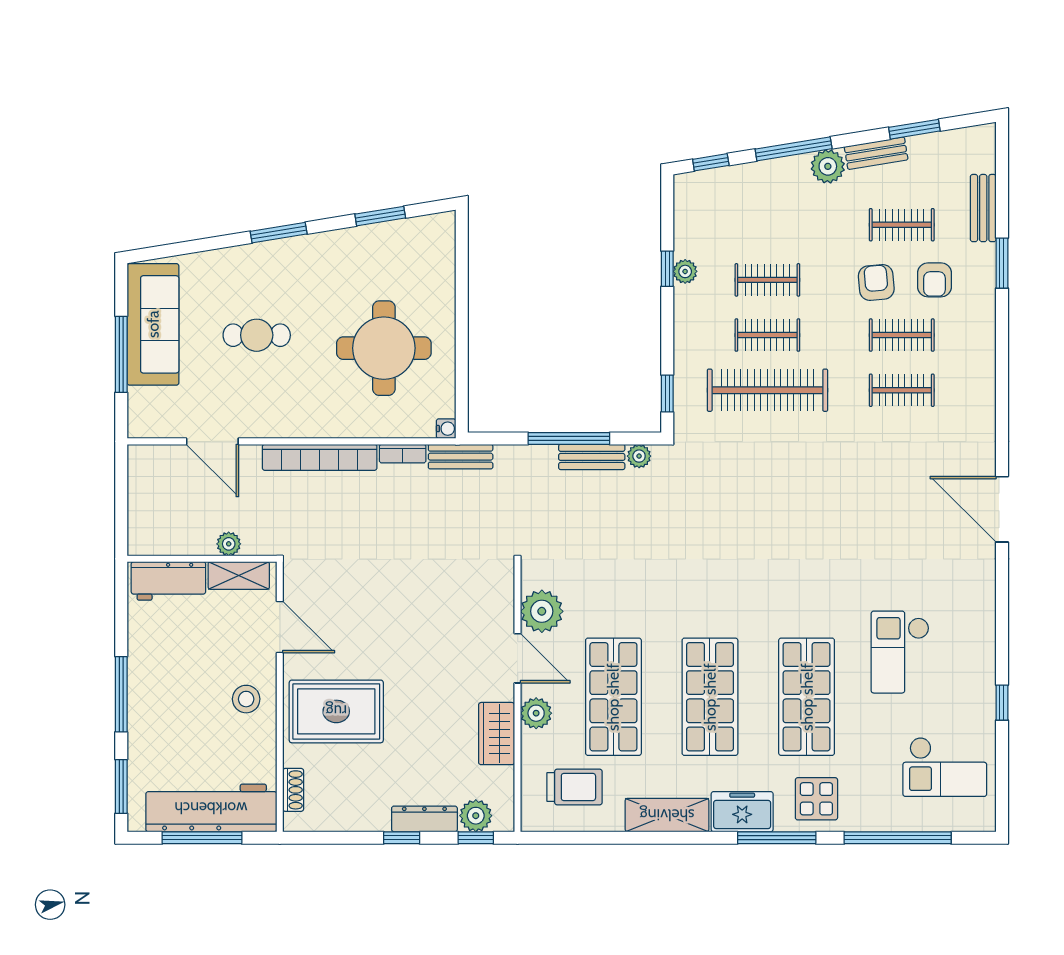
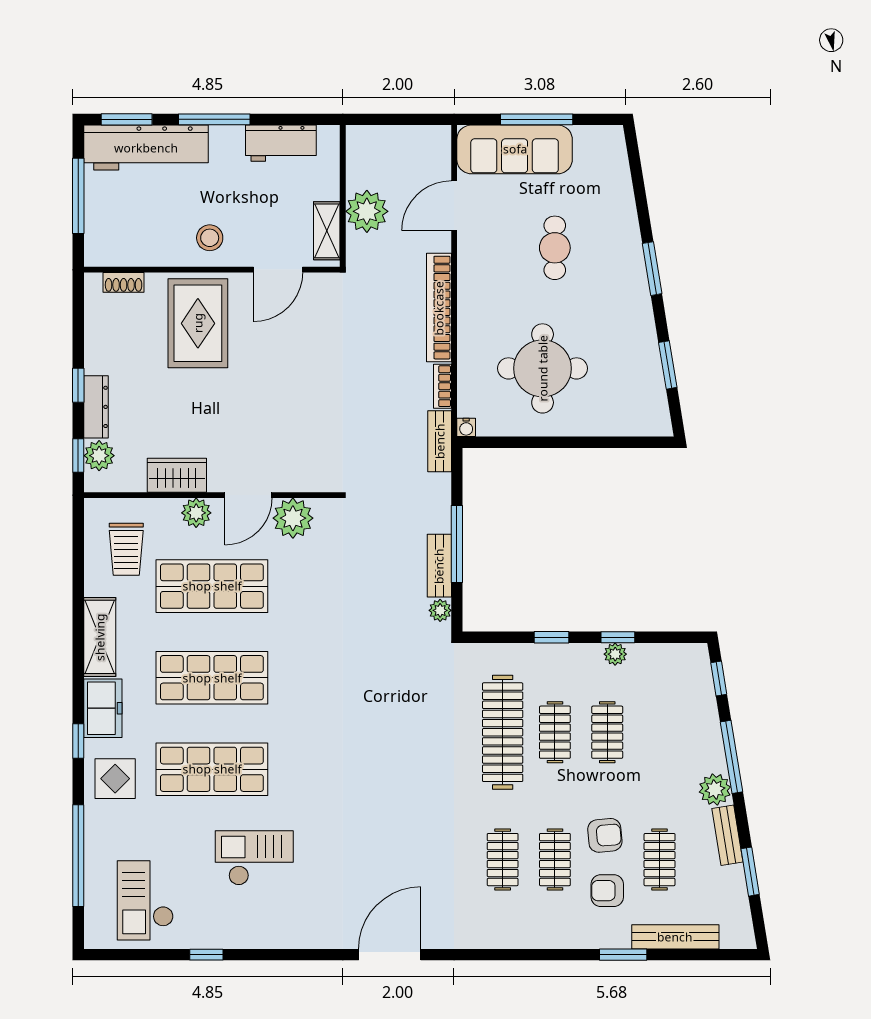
bench: (983, 208) -> (675, 937), width x1.36
sofa: (153, 324) -> (515, 149), moved
window: (667, 393) -> (551, 637), moved
plant: (229, 544) -> (367, 211), width x1.88, depth x1.88
workbench: (168, 581) -> (281, 143), moved, turned -90
workbench: (211, 808) -> (146, 148), moved, turned 90
window: (777, 838) -> (78, 741), width x0.46

